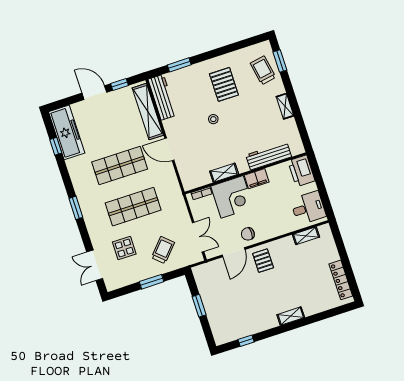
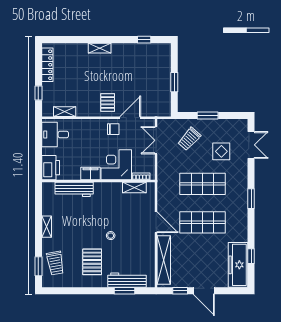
workbench: (162, 97) -> (127, 280), moved, turned 90
shelving: (224, 173) -> (134, 187), moved
window: (341, 247) -> (38, 93), added

